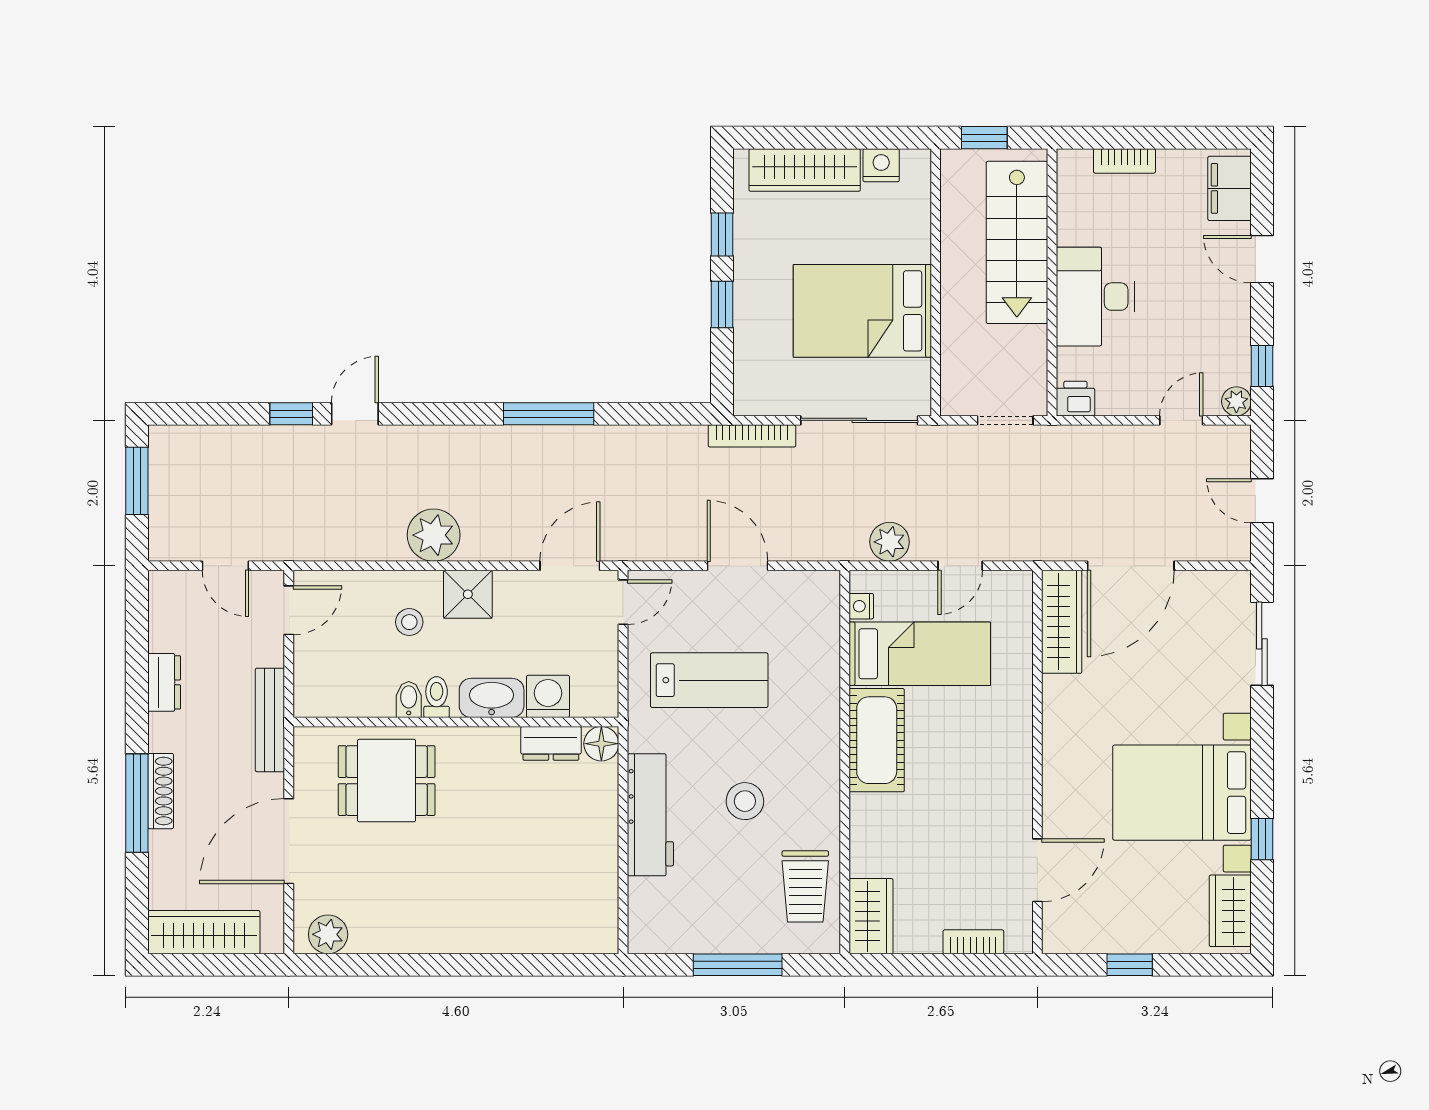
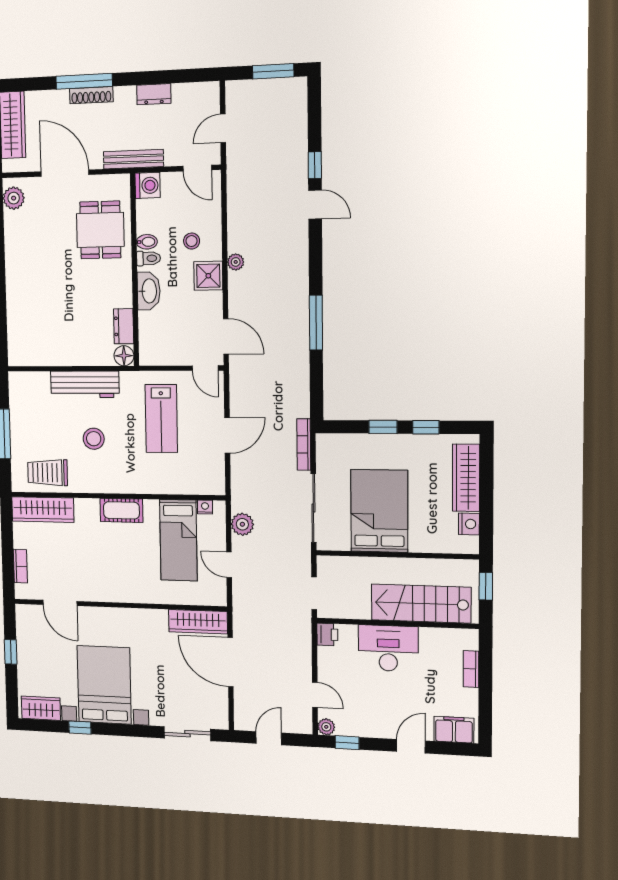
plant: (434, 535) -> (236, 262), width x0.53, depth x0.53
washing machine: (548, 696) -> (147, 185), moved
cot: (877, 740) -> (121, 510), width x0.73, depth x0.75
wardrobe: (871, 916) -> (43, 510), width x1.50

